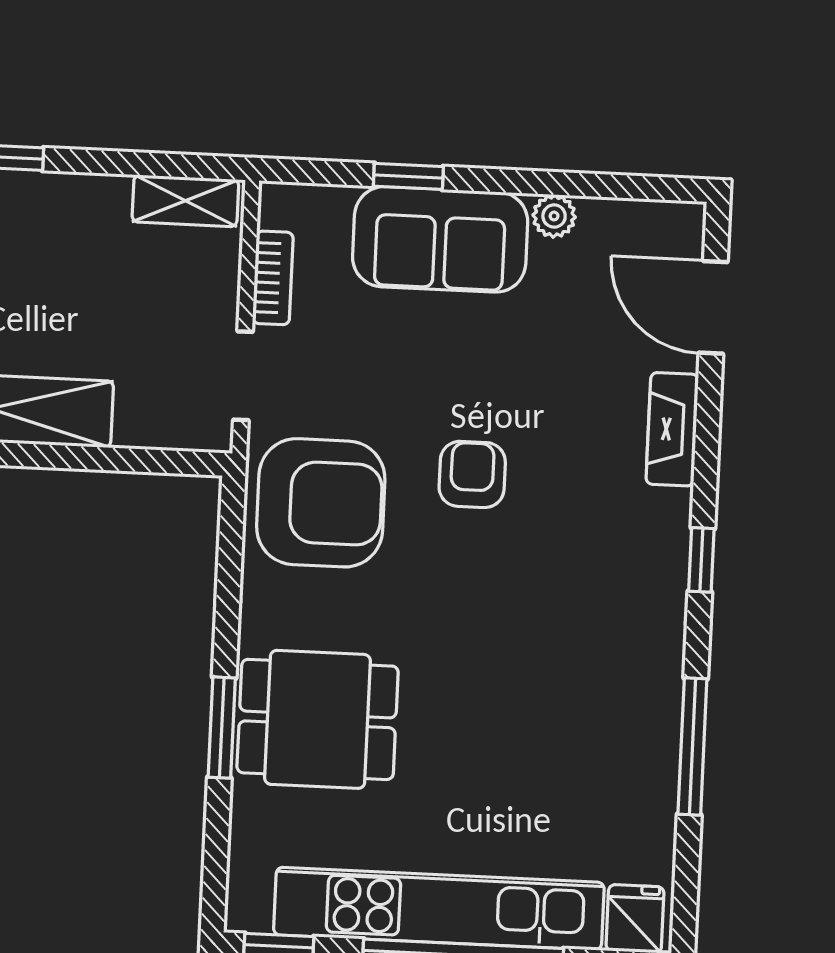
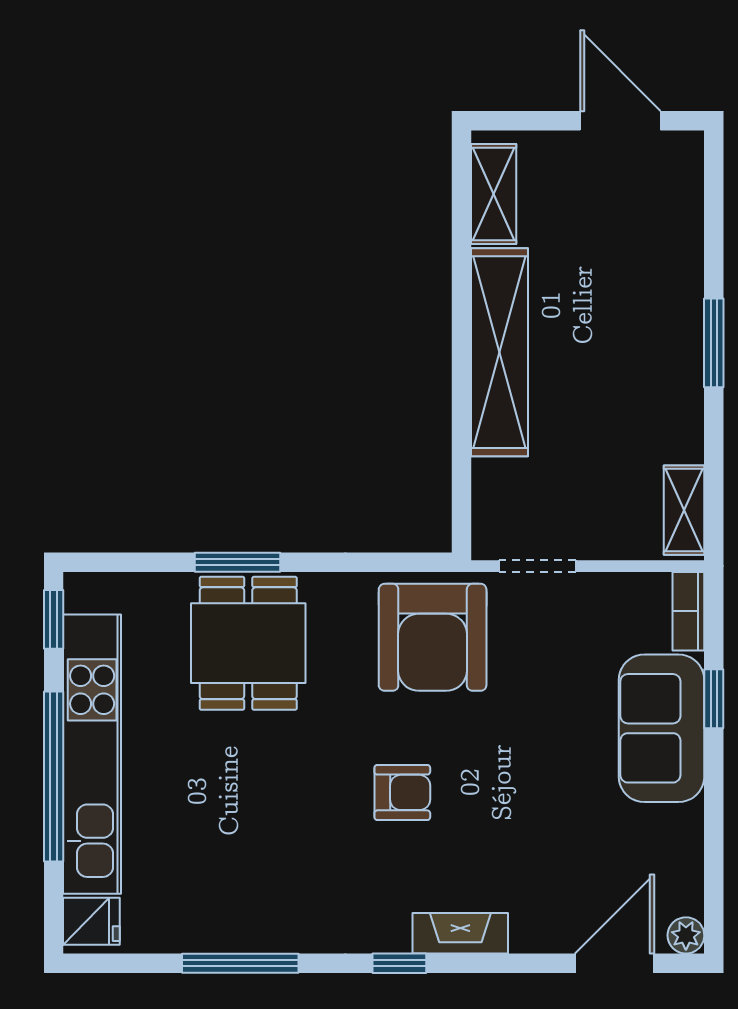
plant: (554, 216) -> (686, 935), moved
bookcase: (273, 278) -> (688, 611), moved, turned 90
fireplace: (672, 429) -> (460, 933), moved
armchair: (472, 474) -> (402, 792), moved

